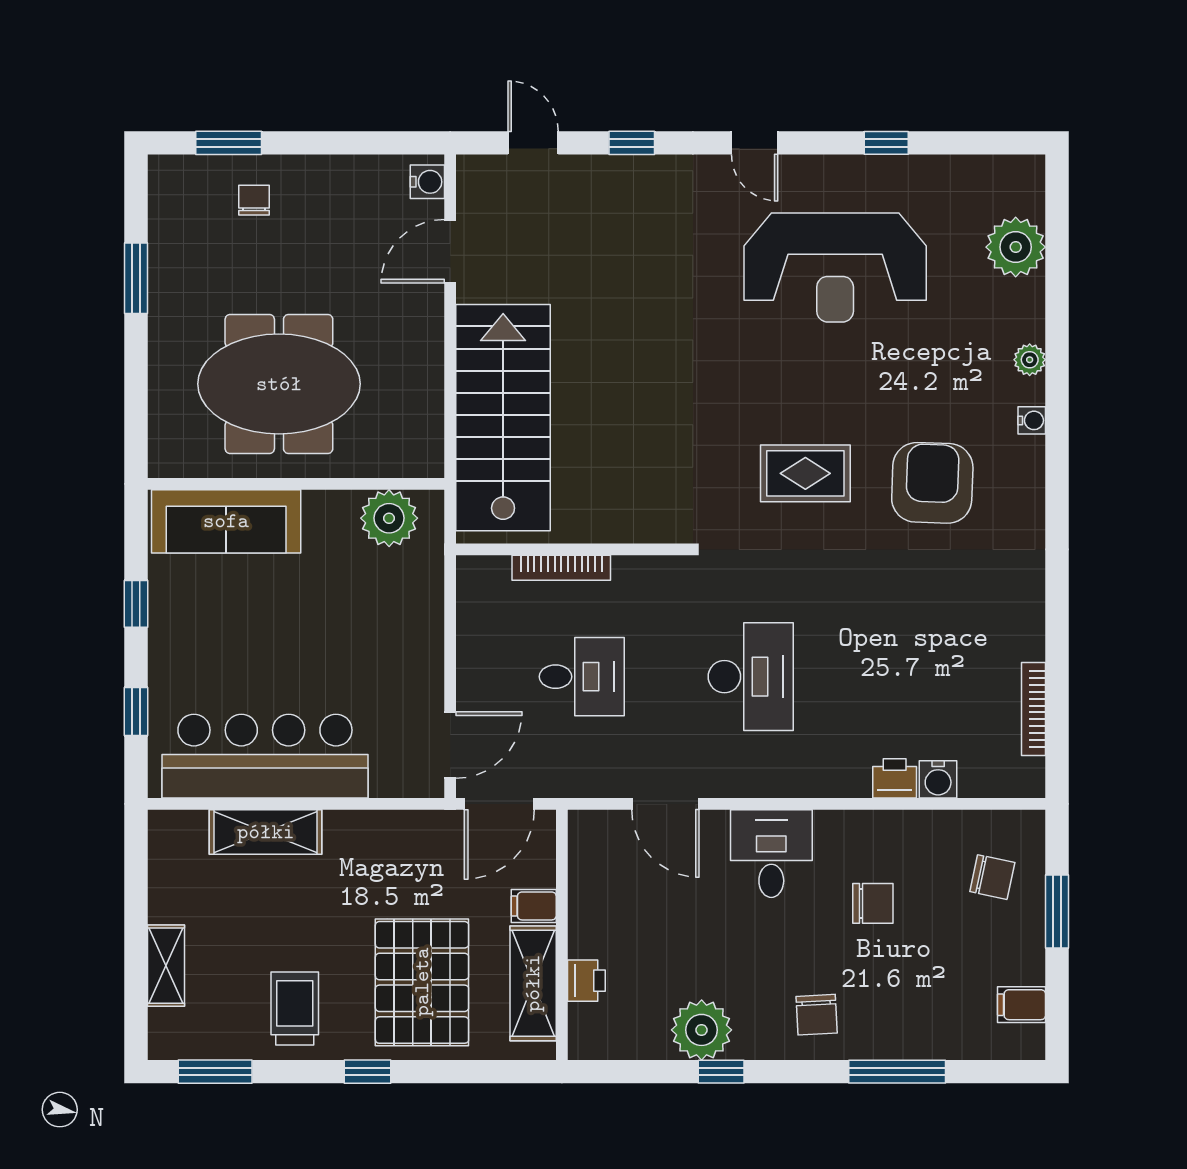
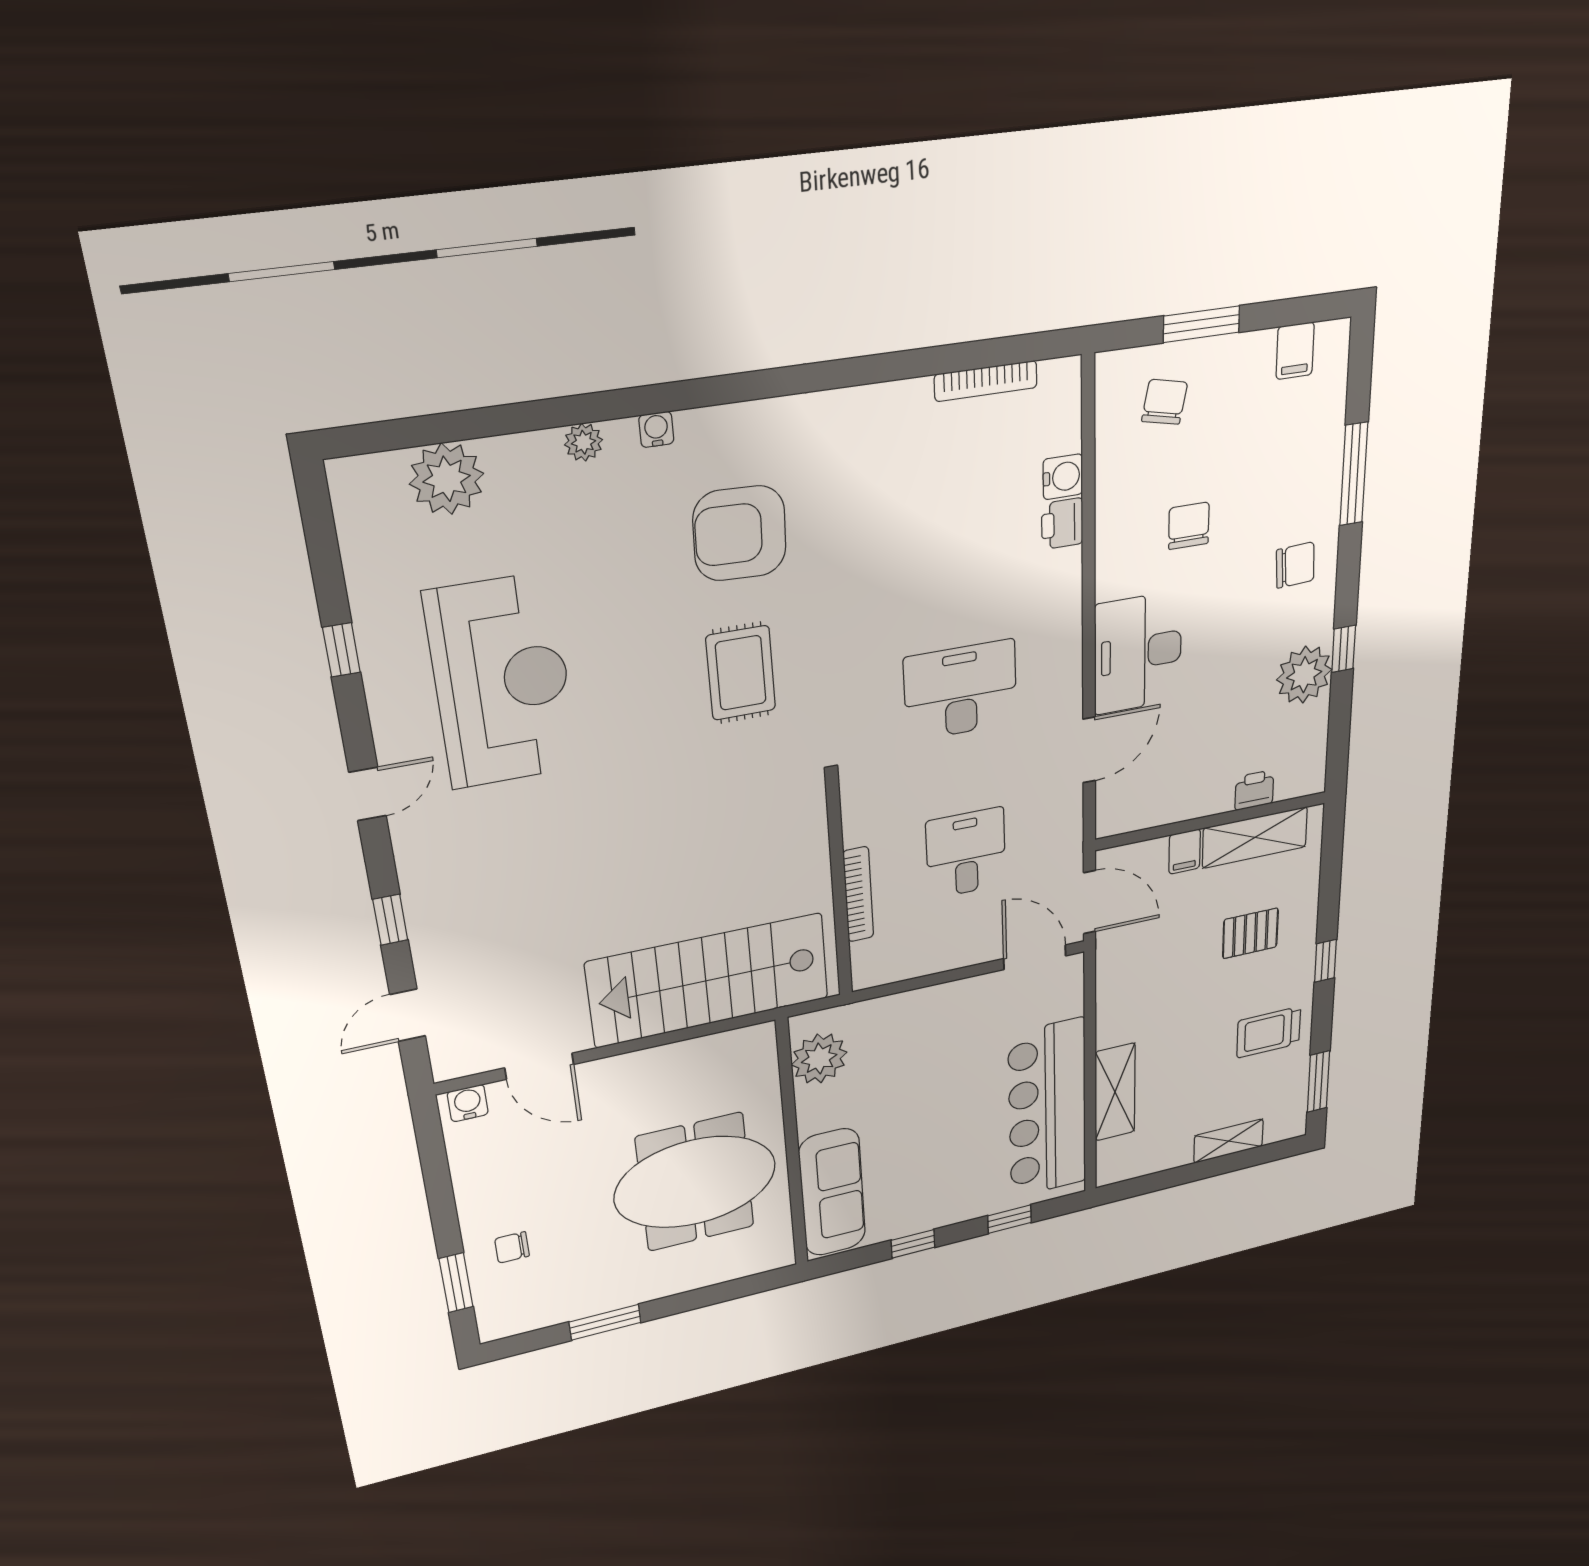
meeting table: (279, 384) -> (695, 1182), turned 90
desk: (771, 854) -> (1138, 653), width x1.37
pallet: (422, 982) -> (1250, 933), width x0.49, depth x0.50

